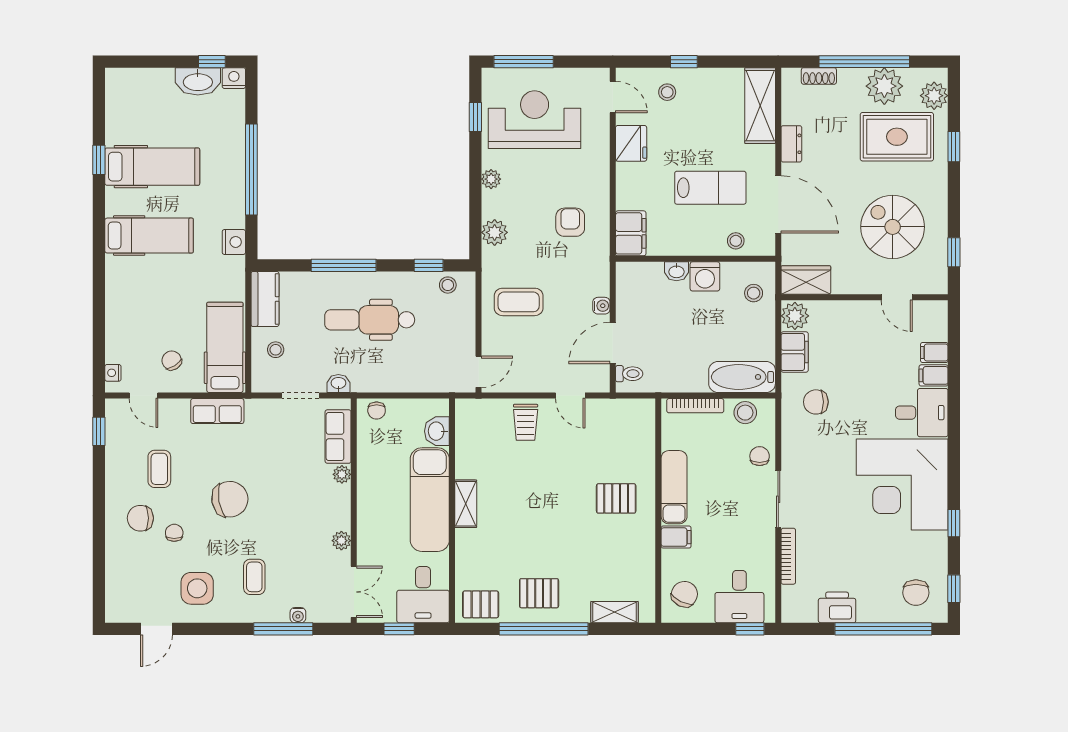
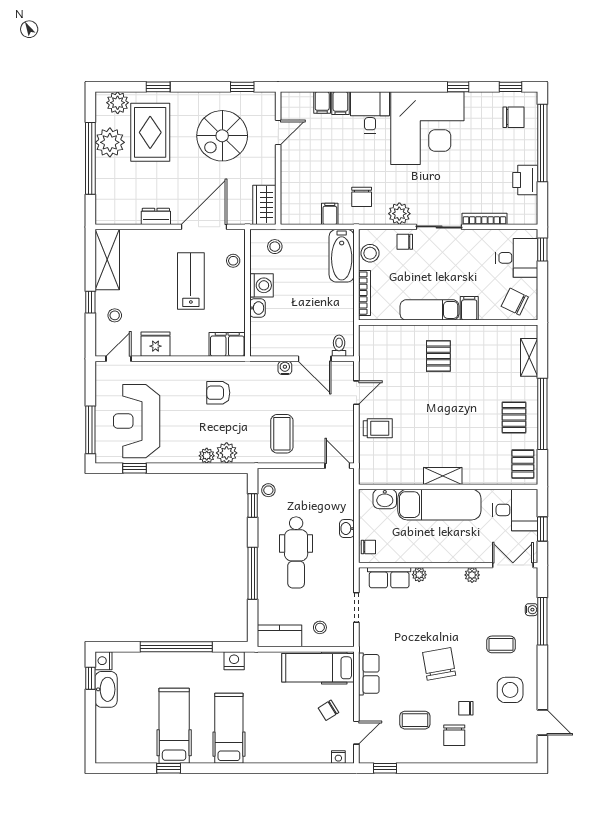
shoe rack: (819, 76) -> (102, 195), removed
shelving: (760, 106) -> (107, 260), moved, turned 90
plant: (491, 179) -> (207, 456), moved
plant: (795, 316) -> (399, 214), moved
filing cabinet: (795, 352) -> (330, 214), width x0.50
washbasin: (338, 383) -> (347, 529), moved

